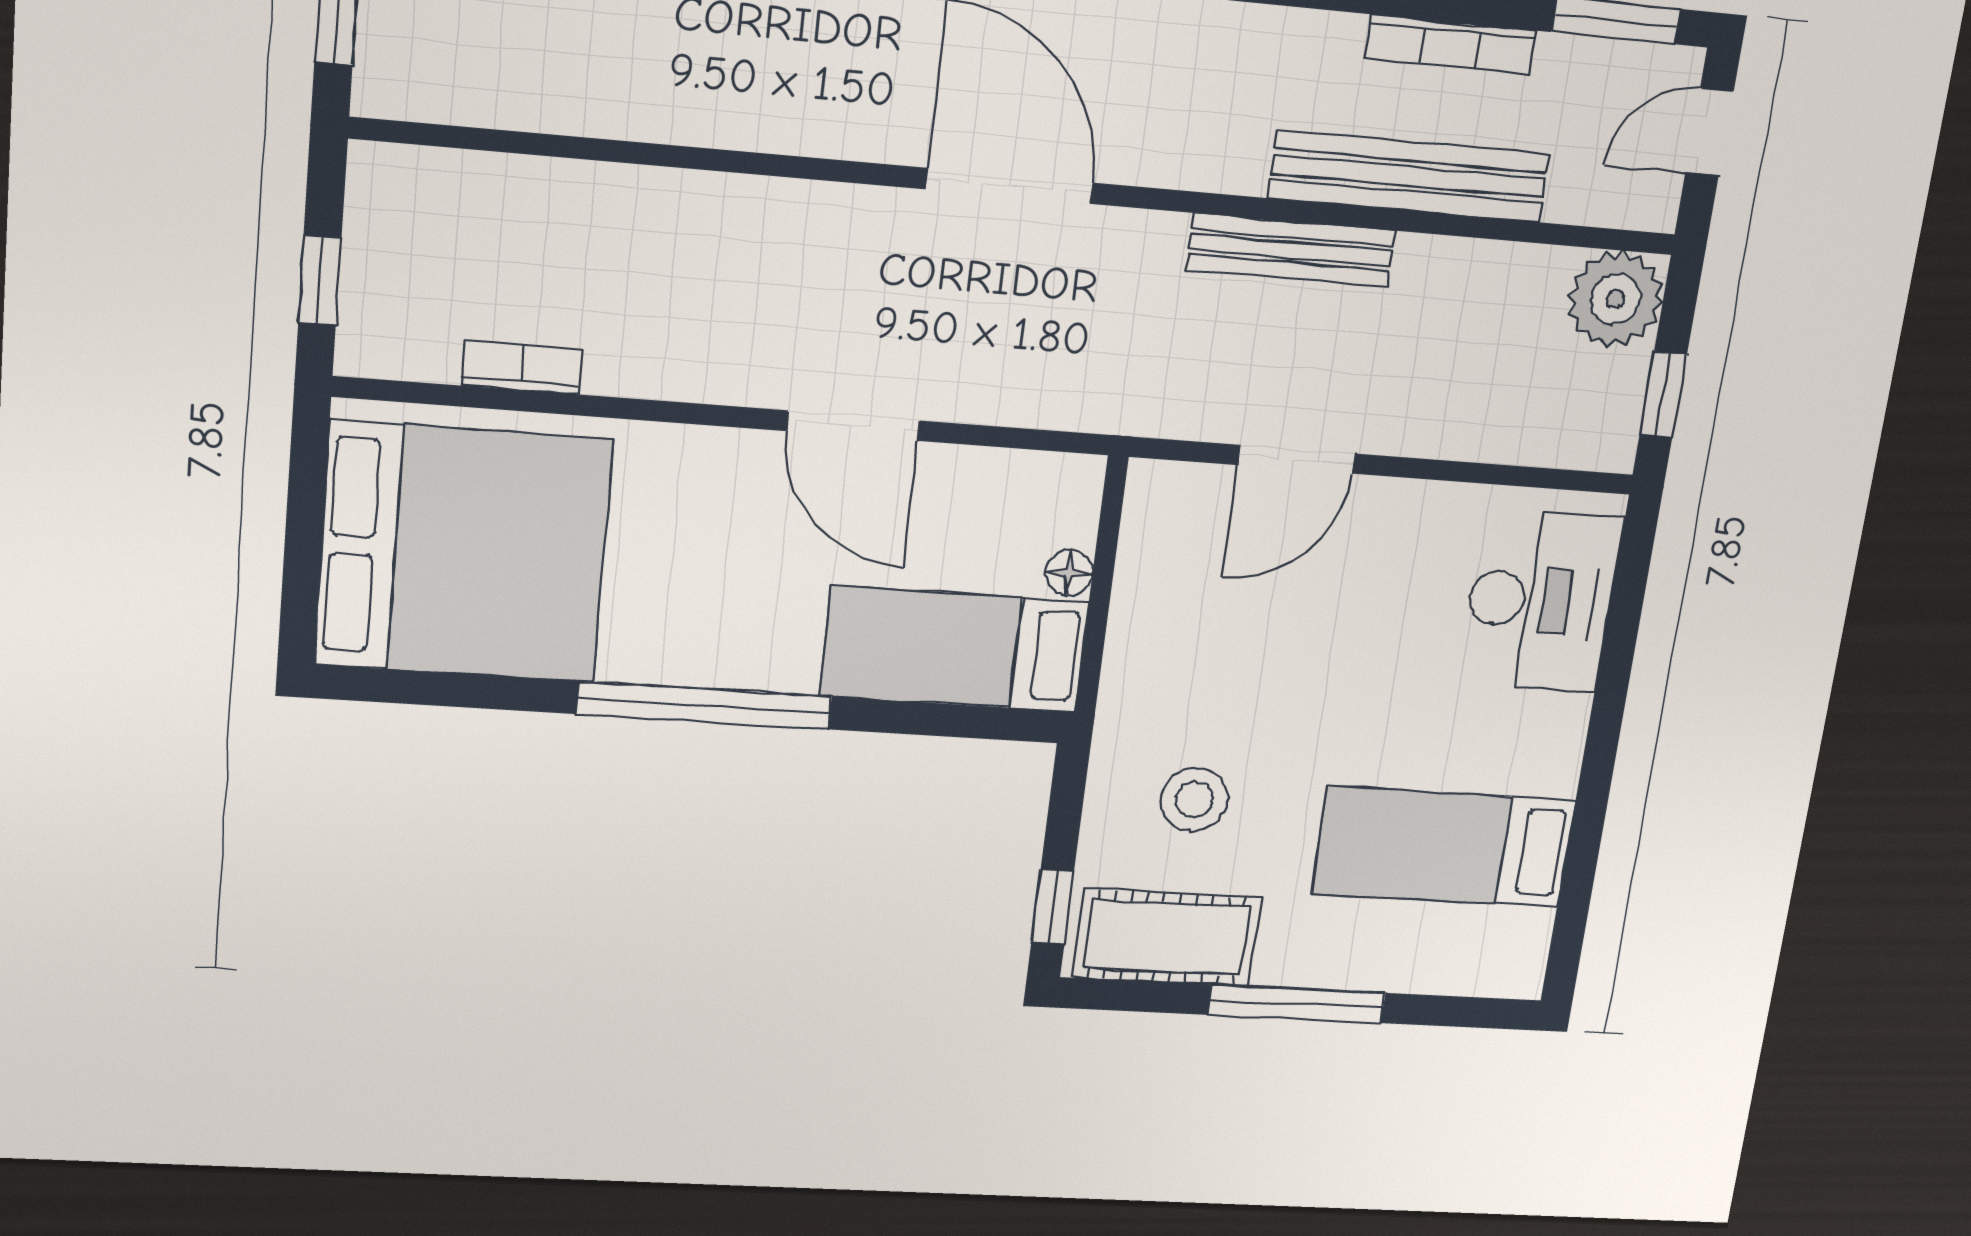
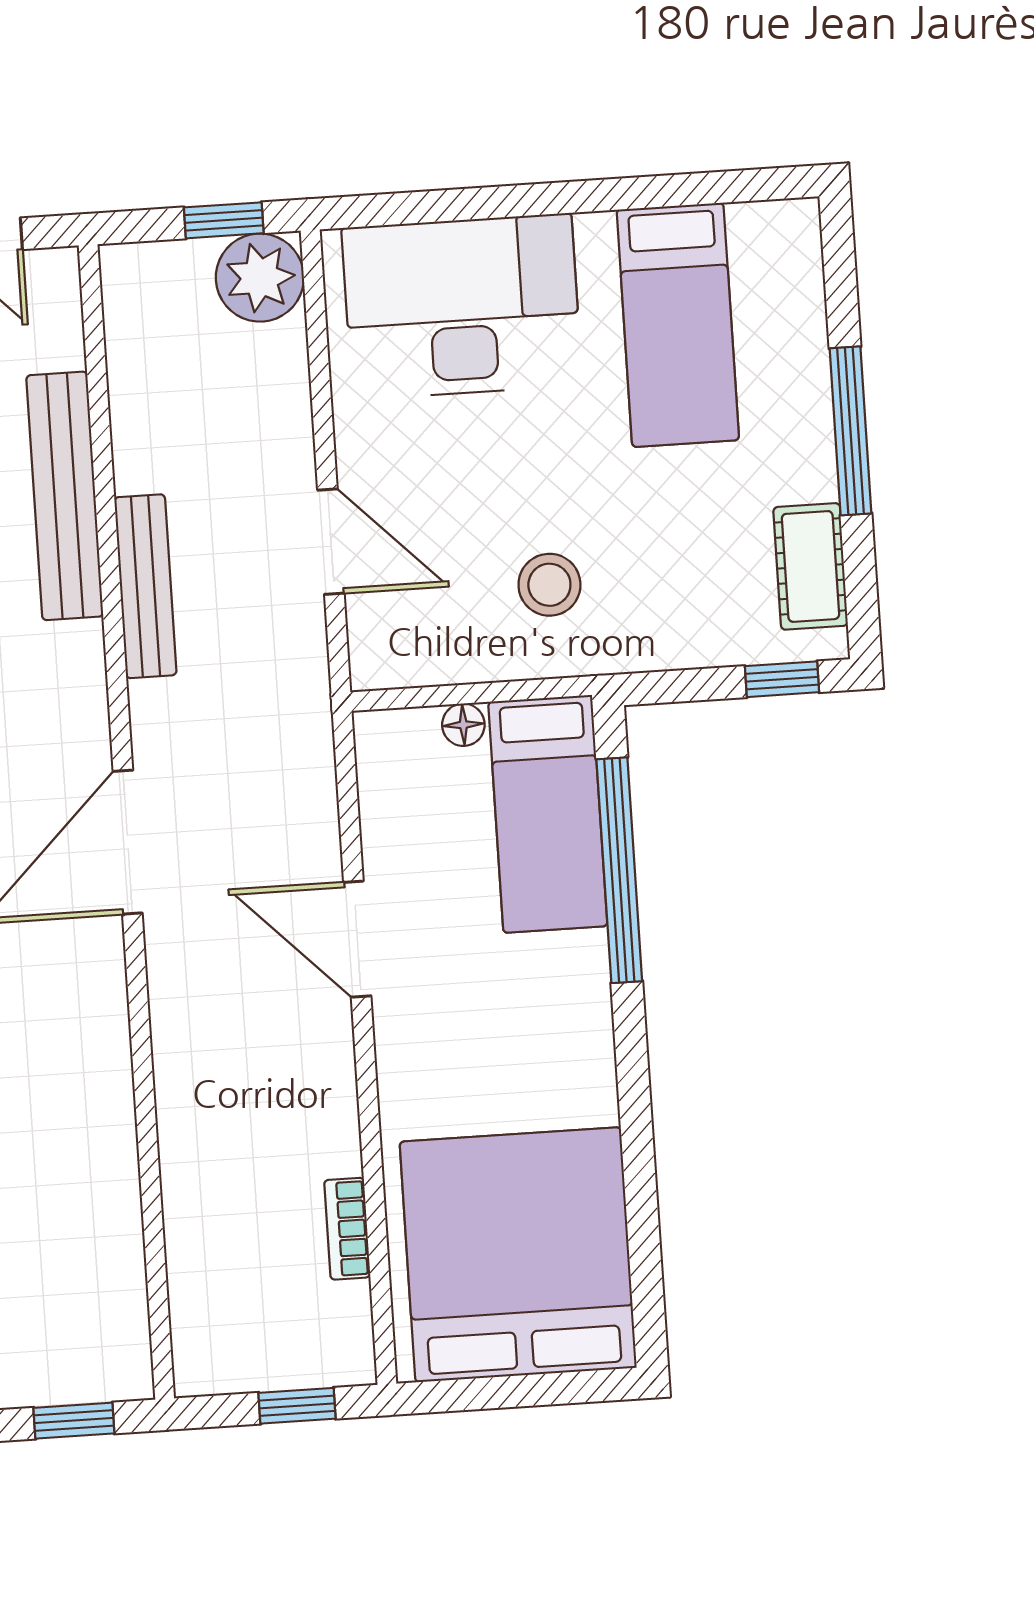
plant: (1615, 299) -> (260, 278), moved
door: (853, 426) -> (357, 939), swing flipped
desk: (1540, 601) -> (462, 307), width x1.36, depth x1.30
window: (704, 705) -> (619, 870), moved
stool: (1194, 800) -> (549, 585), moved
cot: (1167, 938) -> (810, 566), width x0.73, depth x0.75

